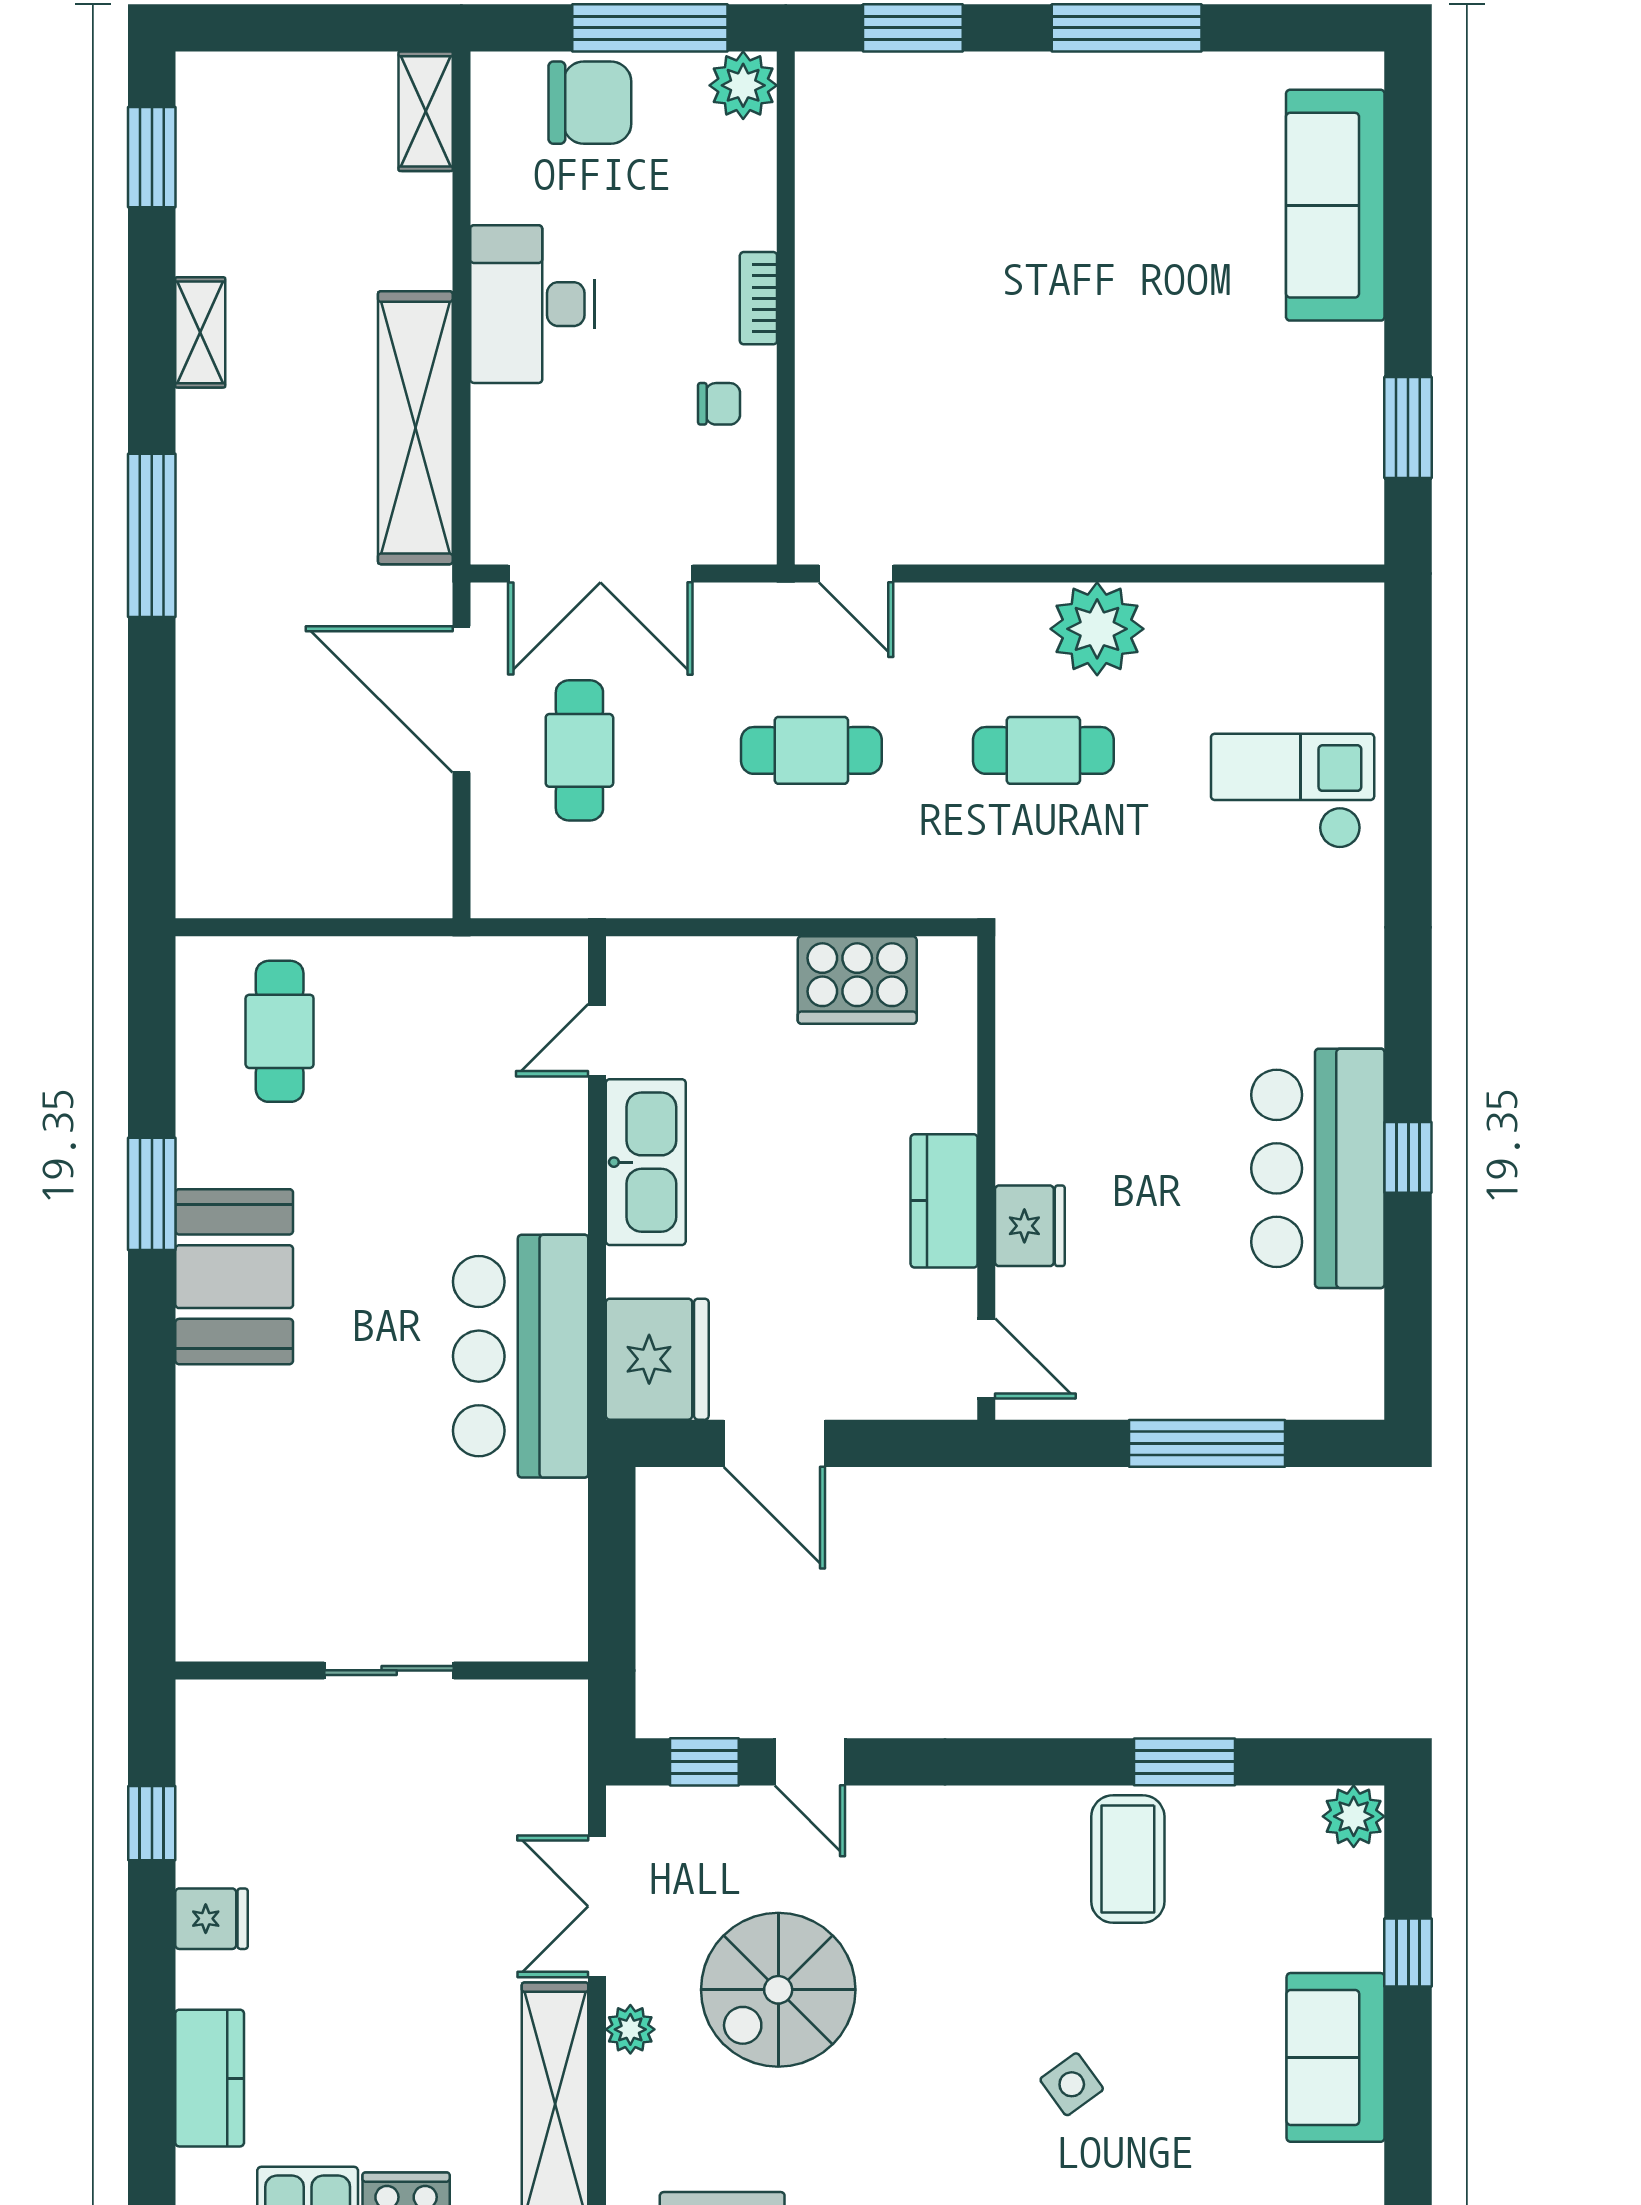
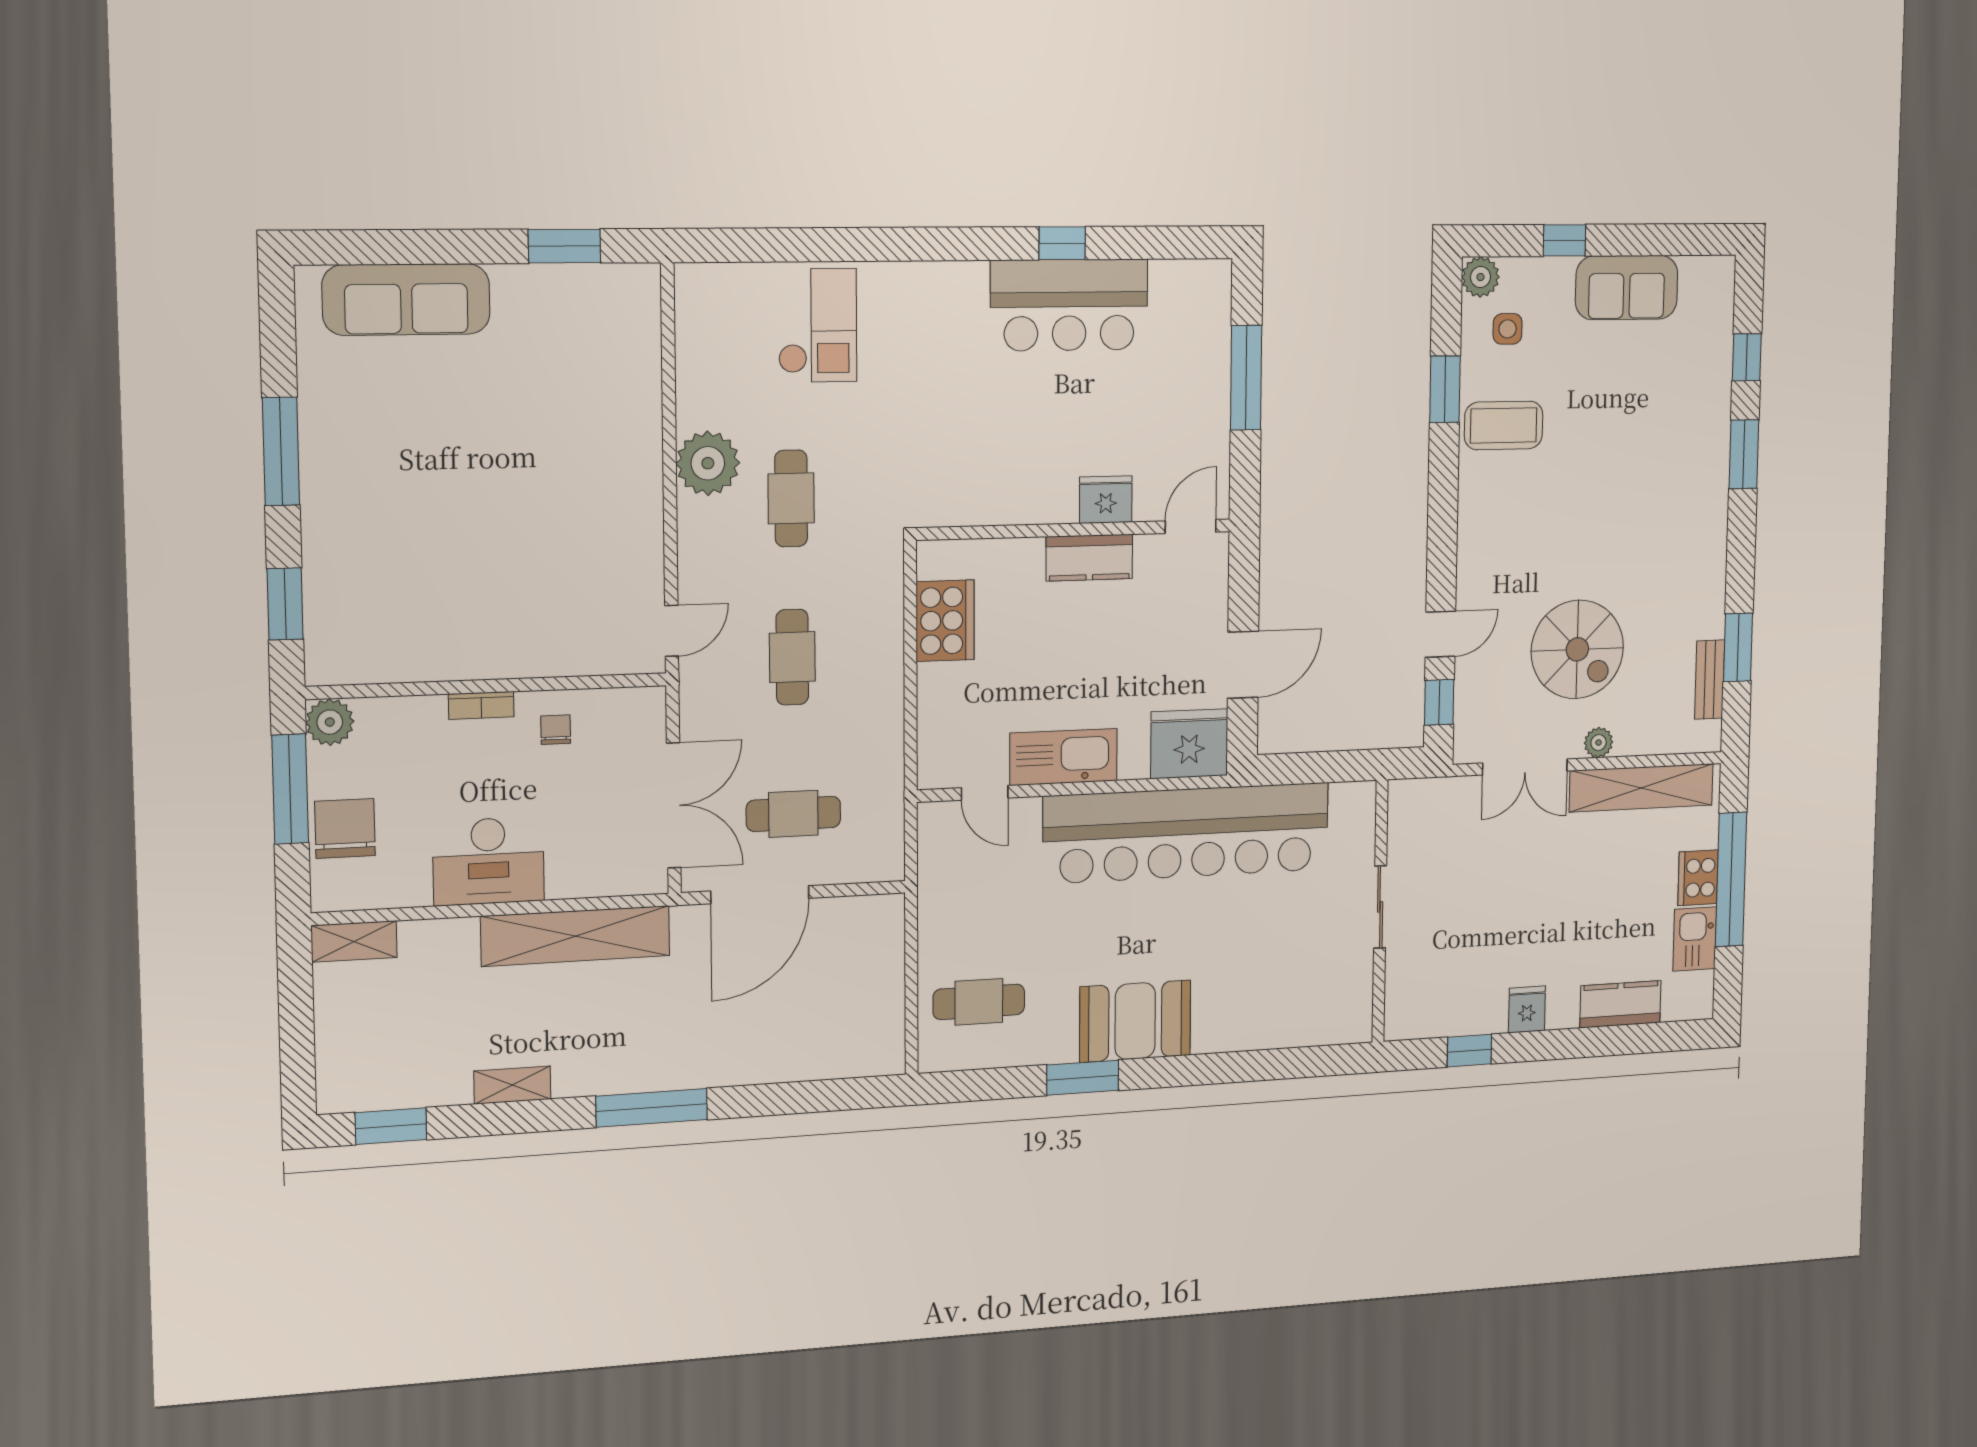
checkout: (1293, 791) -> (817, 325), turned 180
bar counter: (521, 1356) -> (1187, 833), width x1.86
side table: (1072, 2084) -> (1508, 329), moved, turned 36

